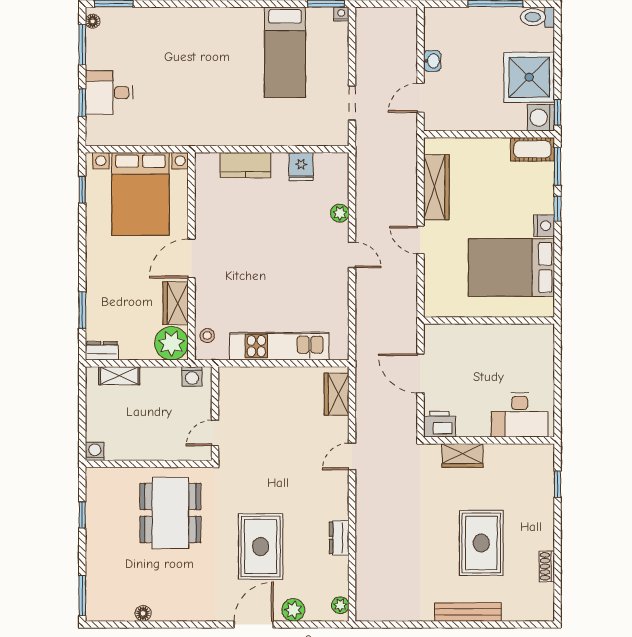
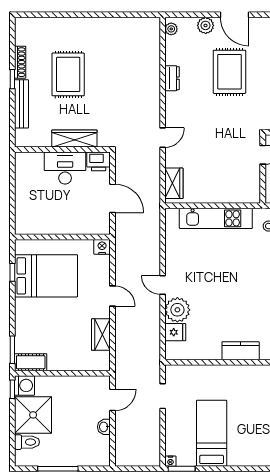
toilet: (537, 17) -> (27, 442), moved
fridge: (301, 167) -> (175, 332), moved, turned 90
wardrobe: (436, 187) -> (101, 335), width x0.67
window: (558, 209) -> (12, 272), moved
plant: (340, 213) -> (177, 310), width x1.88, depth x1.88
nightstand: (544, 226) -> (102, 247), moved, turned 90
desk: (520, 415) -> (65, 168), moved
wardrobe: (462, 455) -> (74, 138), width x1.50
window: (558, 484) -> (12, 79), moved
shoe rack: (547, 566) -> (20, 62), width x1.43
bench: (468, 612) -> (22, 104), moved, turned 90
door: (254, 624) -> (235, 15), hinge flipped

